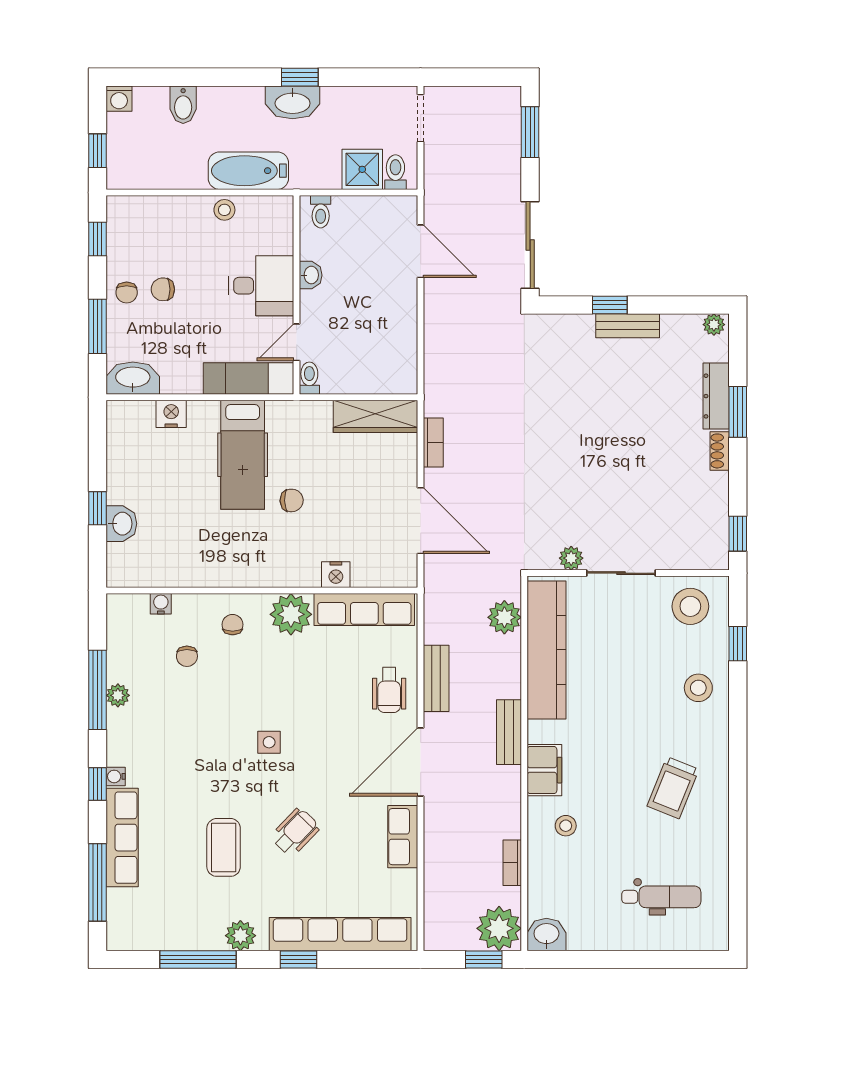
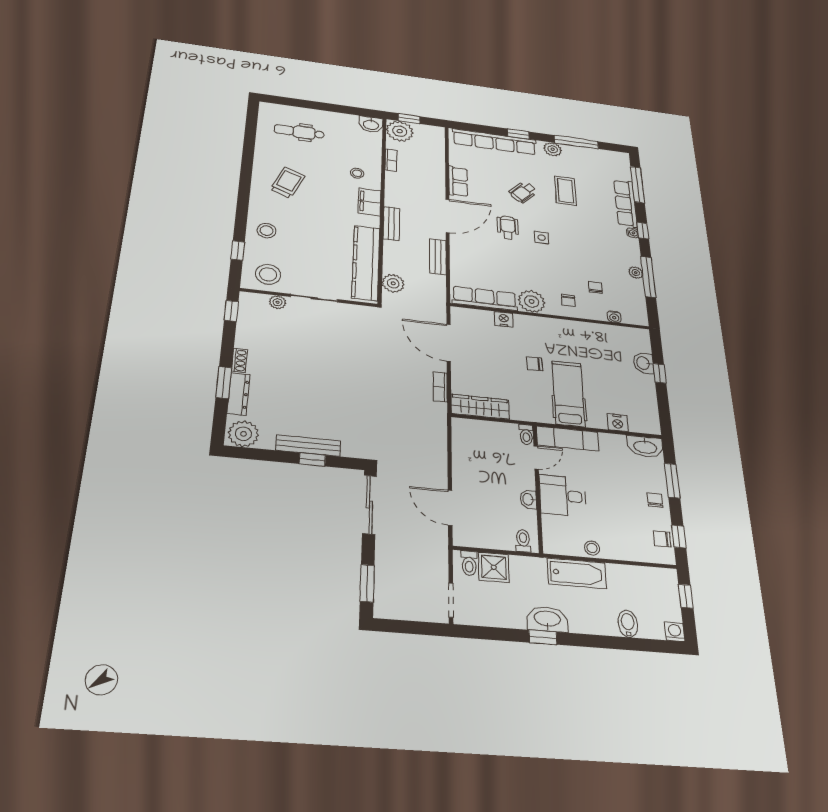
chair: (163, 289) -> (662, 539), moved, turned 180
plant: (714, 325) -> (243, 434), width x1.88, depth x1.88
bench: (628, 326) -> (308, 446), width x1.36
plant: (571, 558) -> (278, 302), moved
wheelchair: (389, 690) -> (508, 228), moved

